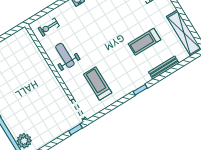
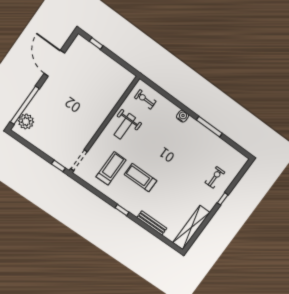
treadmill: (144, 42) -> (140, 178), moved
weight bench: (65, 55) -> (125, 126), turned 180

